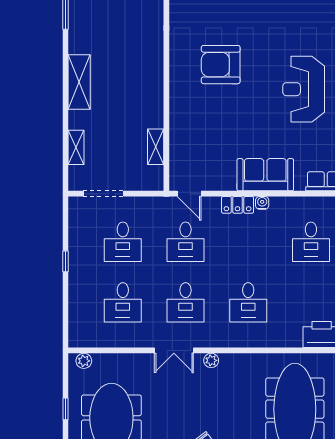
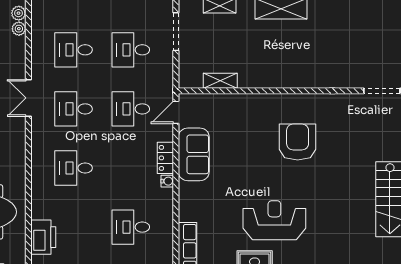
sofa: (265, 175) -> (194, 154), moved
plant: (211, 360) -> (19, 29), moved

